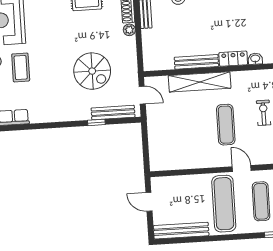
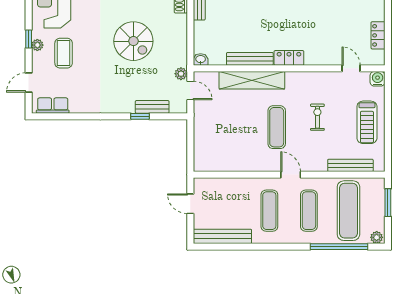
plant: (129, 30) -> (181, 74), moved
washbasin: (255, 59) -> (201, 59), moved
spiral stairs: (92, 71) -> (133, 41), moved
bench: (113, 113) -> (152, 107), width x0.73
exercise mat: (224, 204) -> (269, 211), width x0.73, depth x0.69

